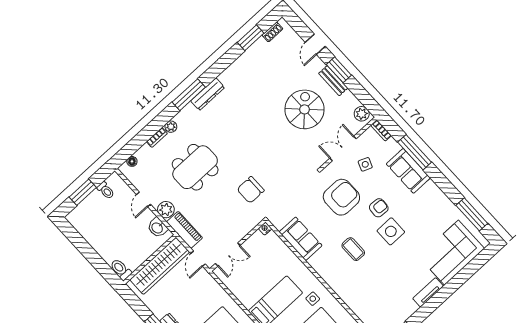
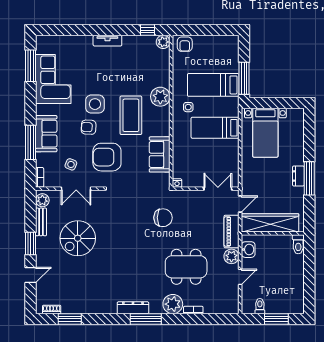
bench: (333, 81) -> (41, 222), moved
plant: (171, 127) -> (173, 304), width x1.88, depth x1.88
floor lamp: (132, 161) -> (225, 309), removed
coffee table: (353, 249) -> (131, 115), width x1.86, depth x1.72
corner sofa: (451, 253) -> (53, 79), moved, turned -90
plant: (343, 286) -> (160, 97), added

